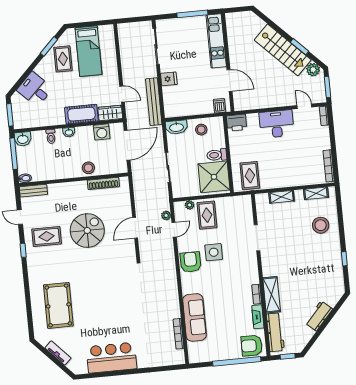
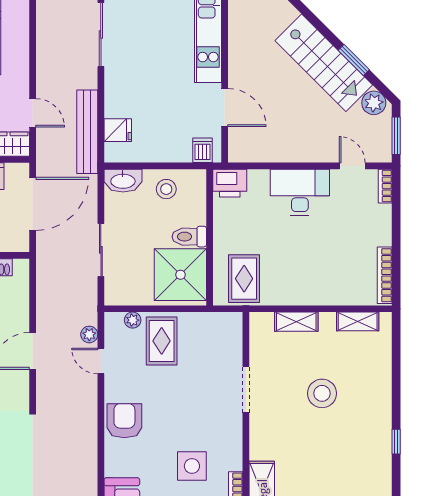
fridge: (169, 79) -> (118, 130), moved
stool: (321, 225) -> (322, 393), moved
door: (174, 230) -> (101, 361), swing flipped
side table: (214, 252) -> (192, 466), moved

